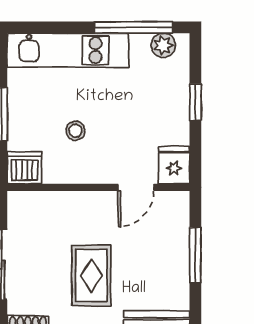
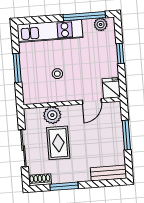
dishwasher: (25, 168) -> (32, 95), removed
plant: (60, 207) -> (52, 115), added
rug: (91, 276) -> (58, 143), moved

